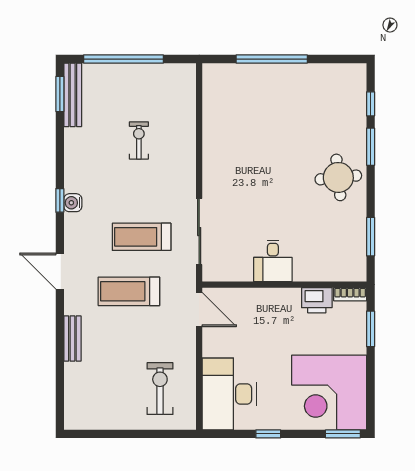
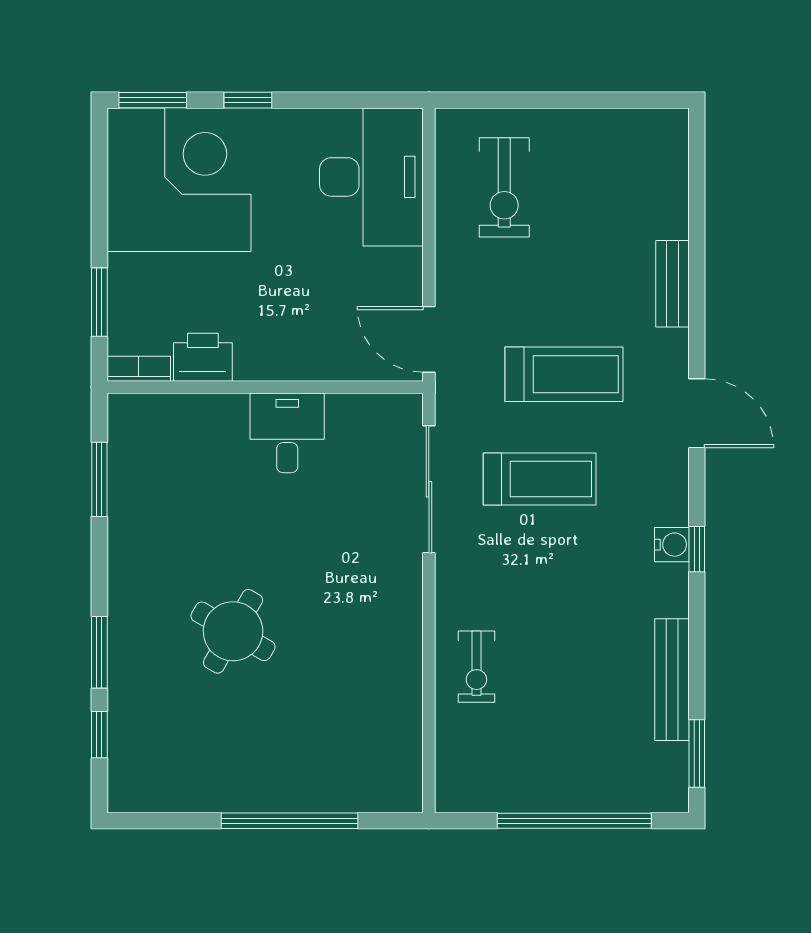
bench: (73, 95) -> (672, 680), moved
exercise bike: (139, 140) -> (476, 667), moved
round table: (338, 177) -> (233, 631), moved, turned 36
window: (268, 434) -> (248, 100), moved

